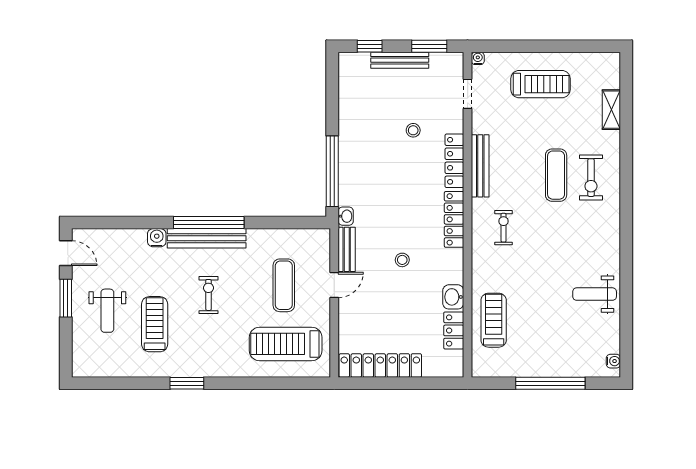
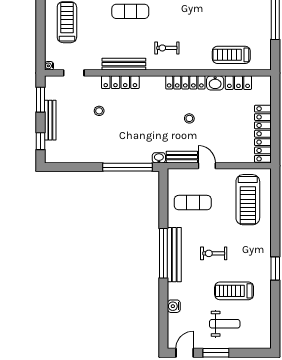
locker: (454, 219) -> (185, 82), moved
water cooler: (157, 238) -> (174, 306), moved
exercise mat: (284, 285) -> (193, 203), moved

